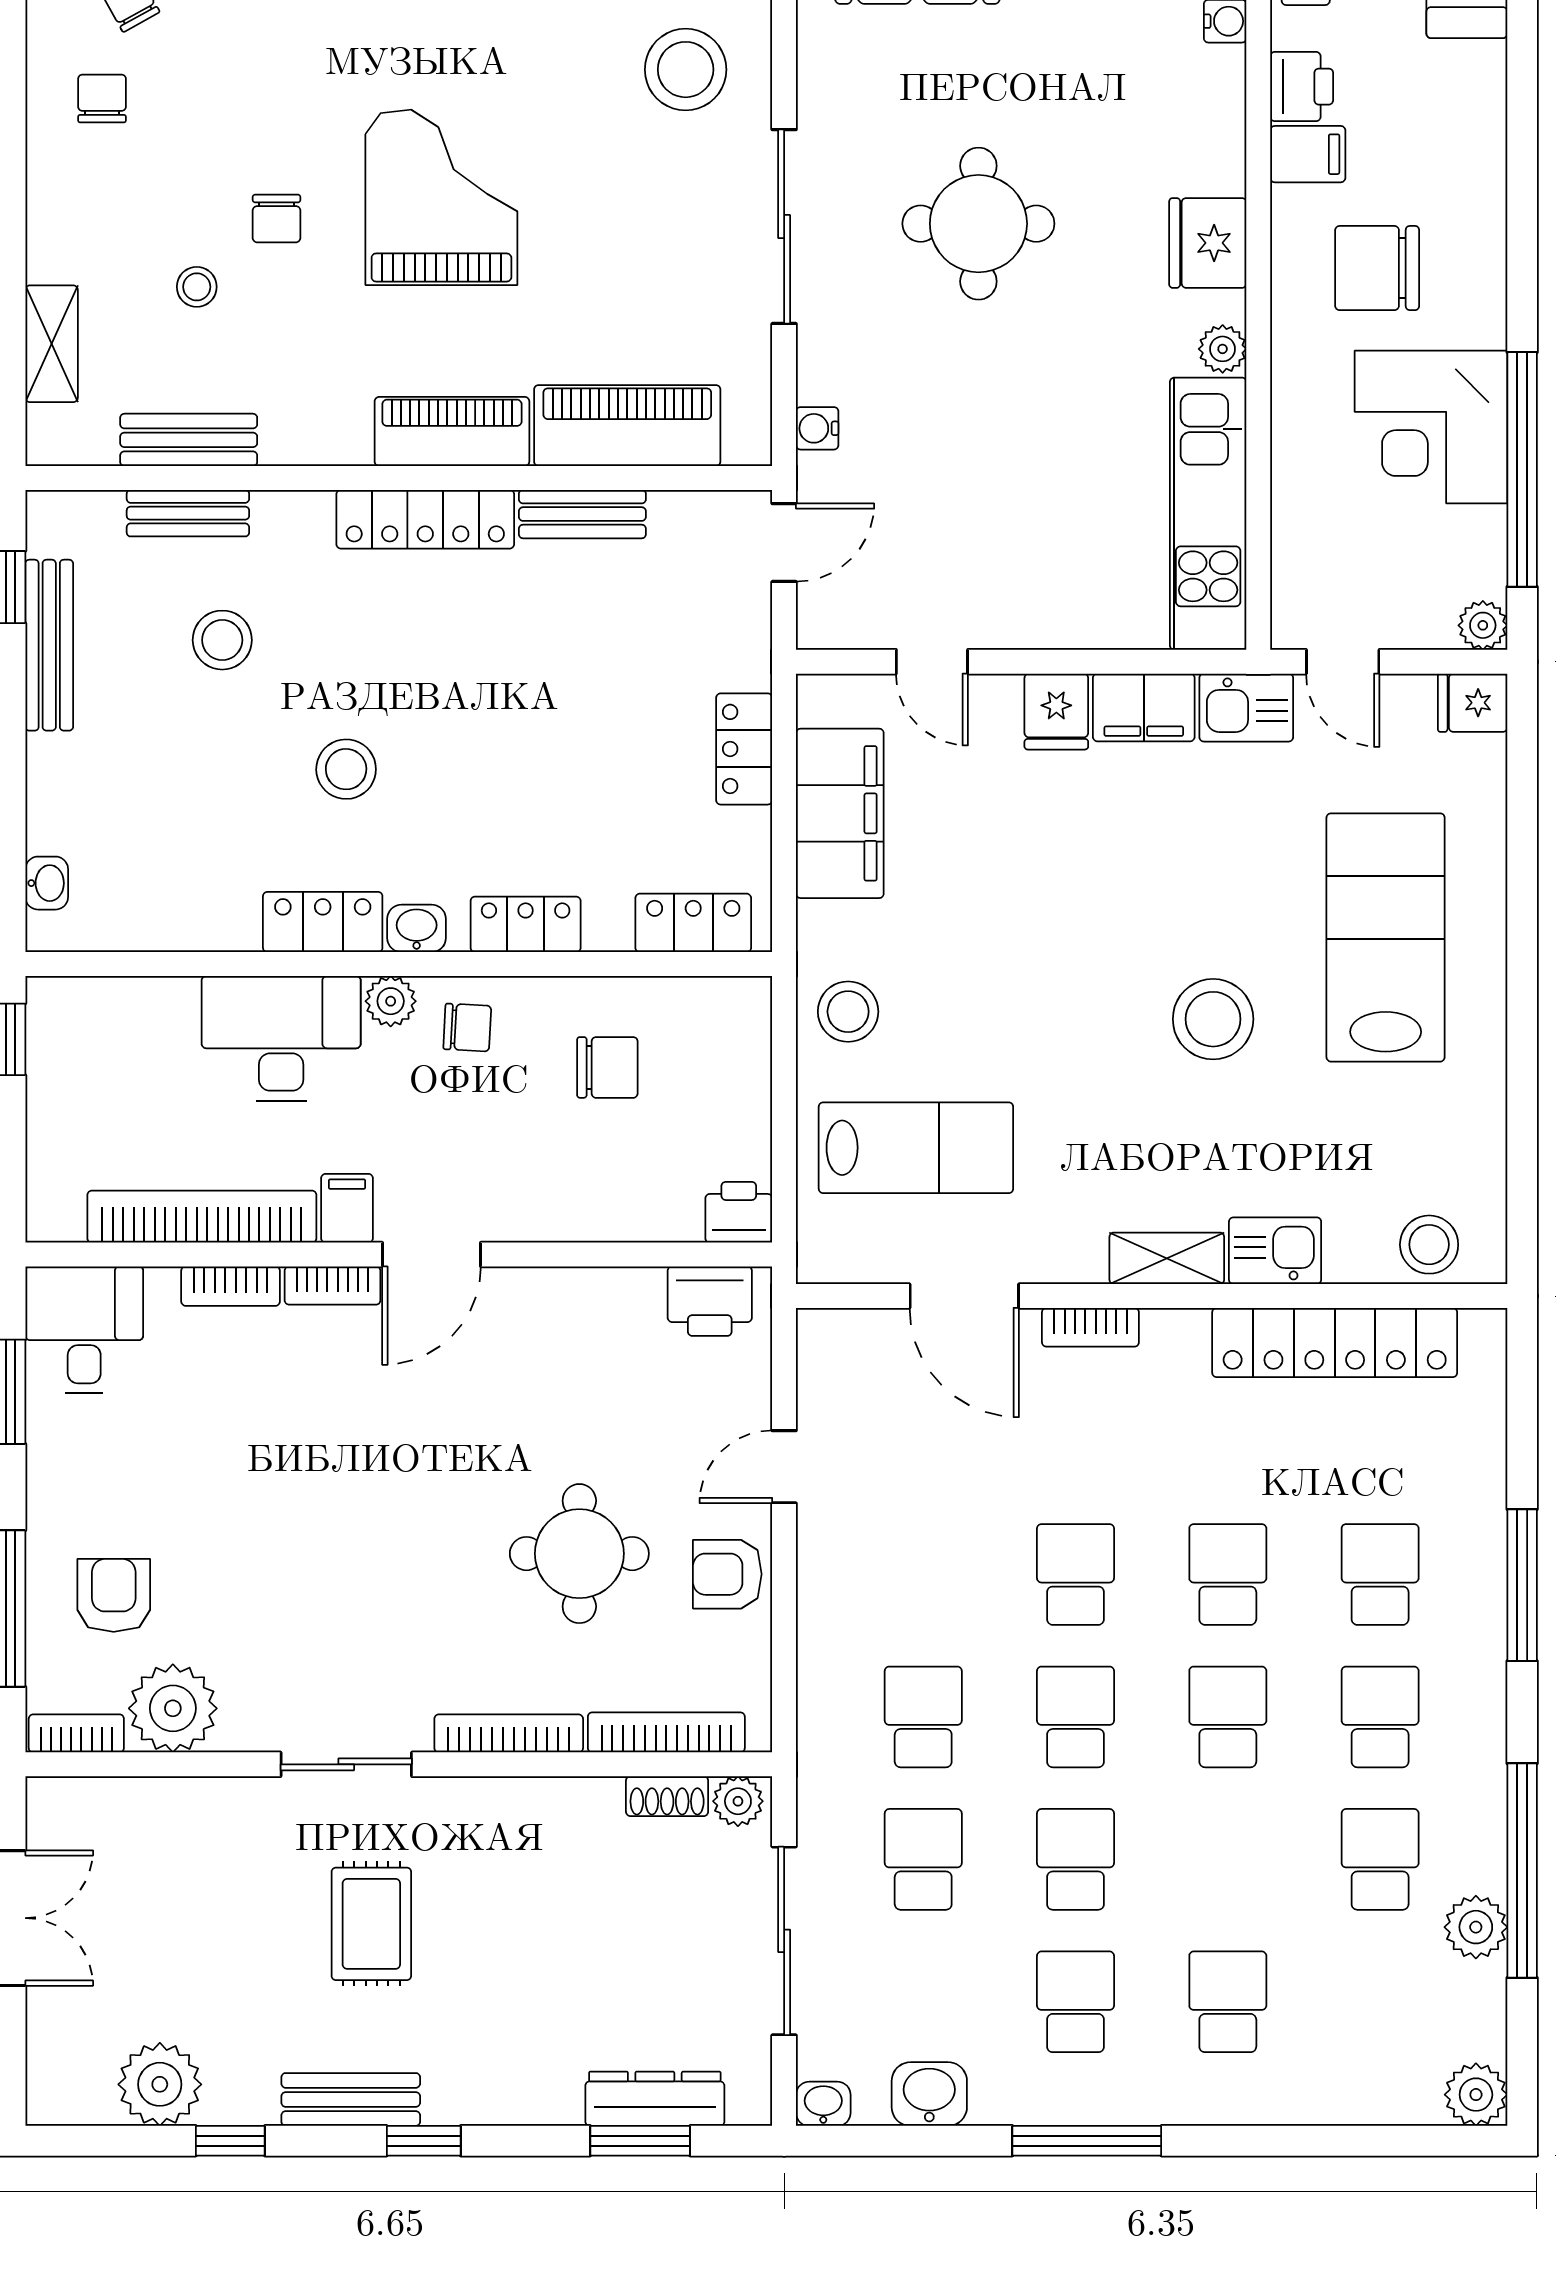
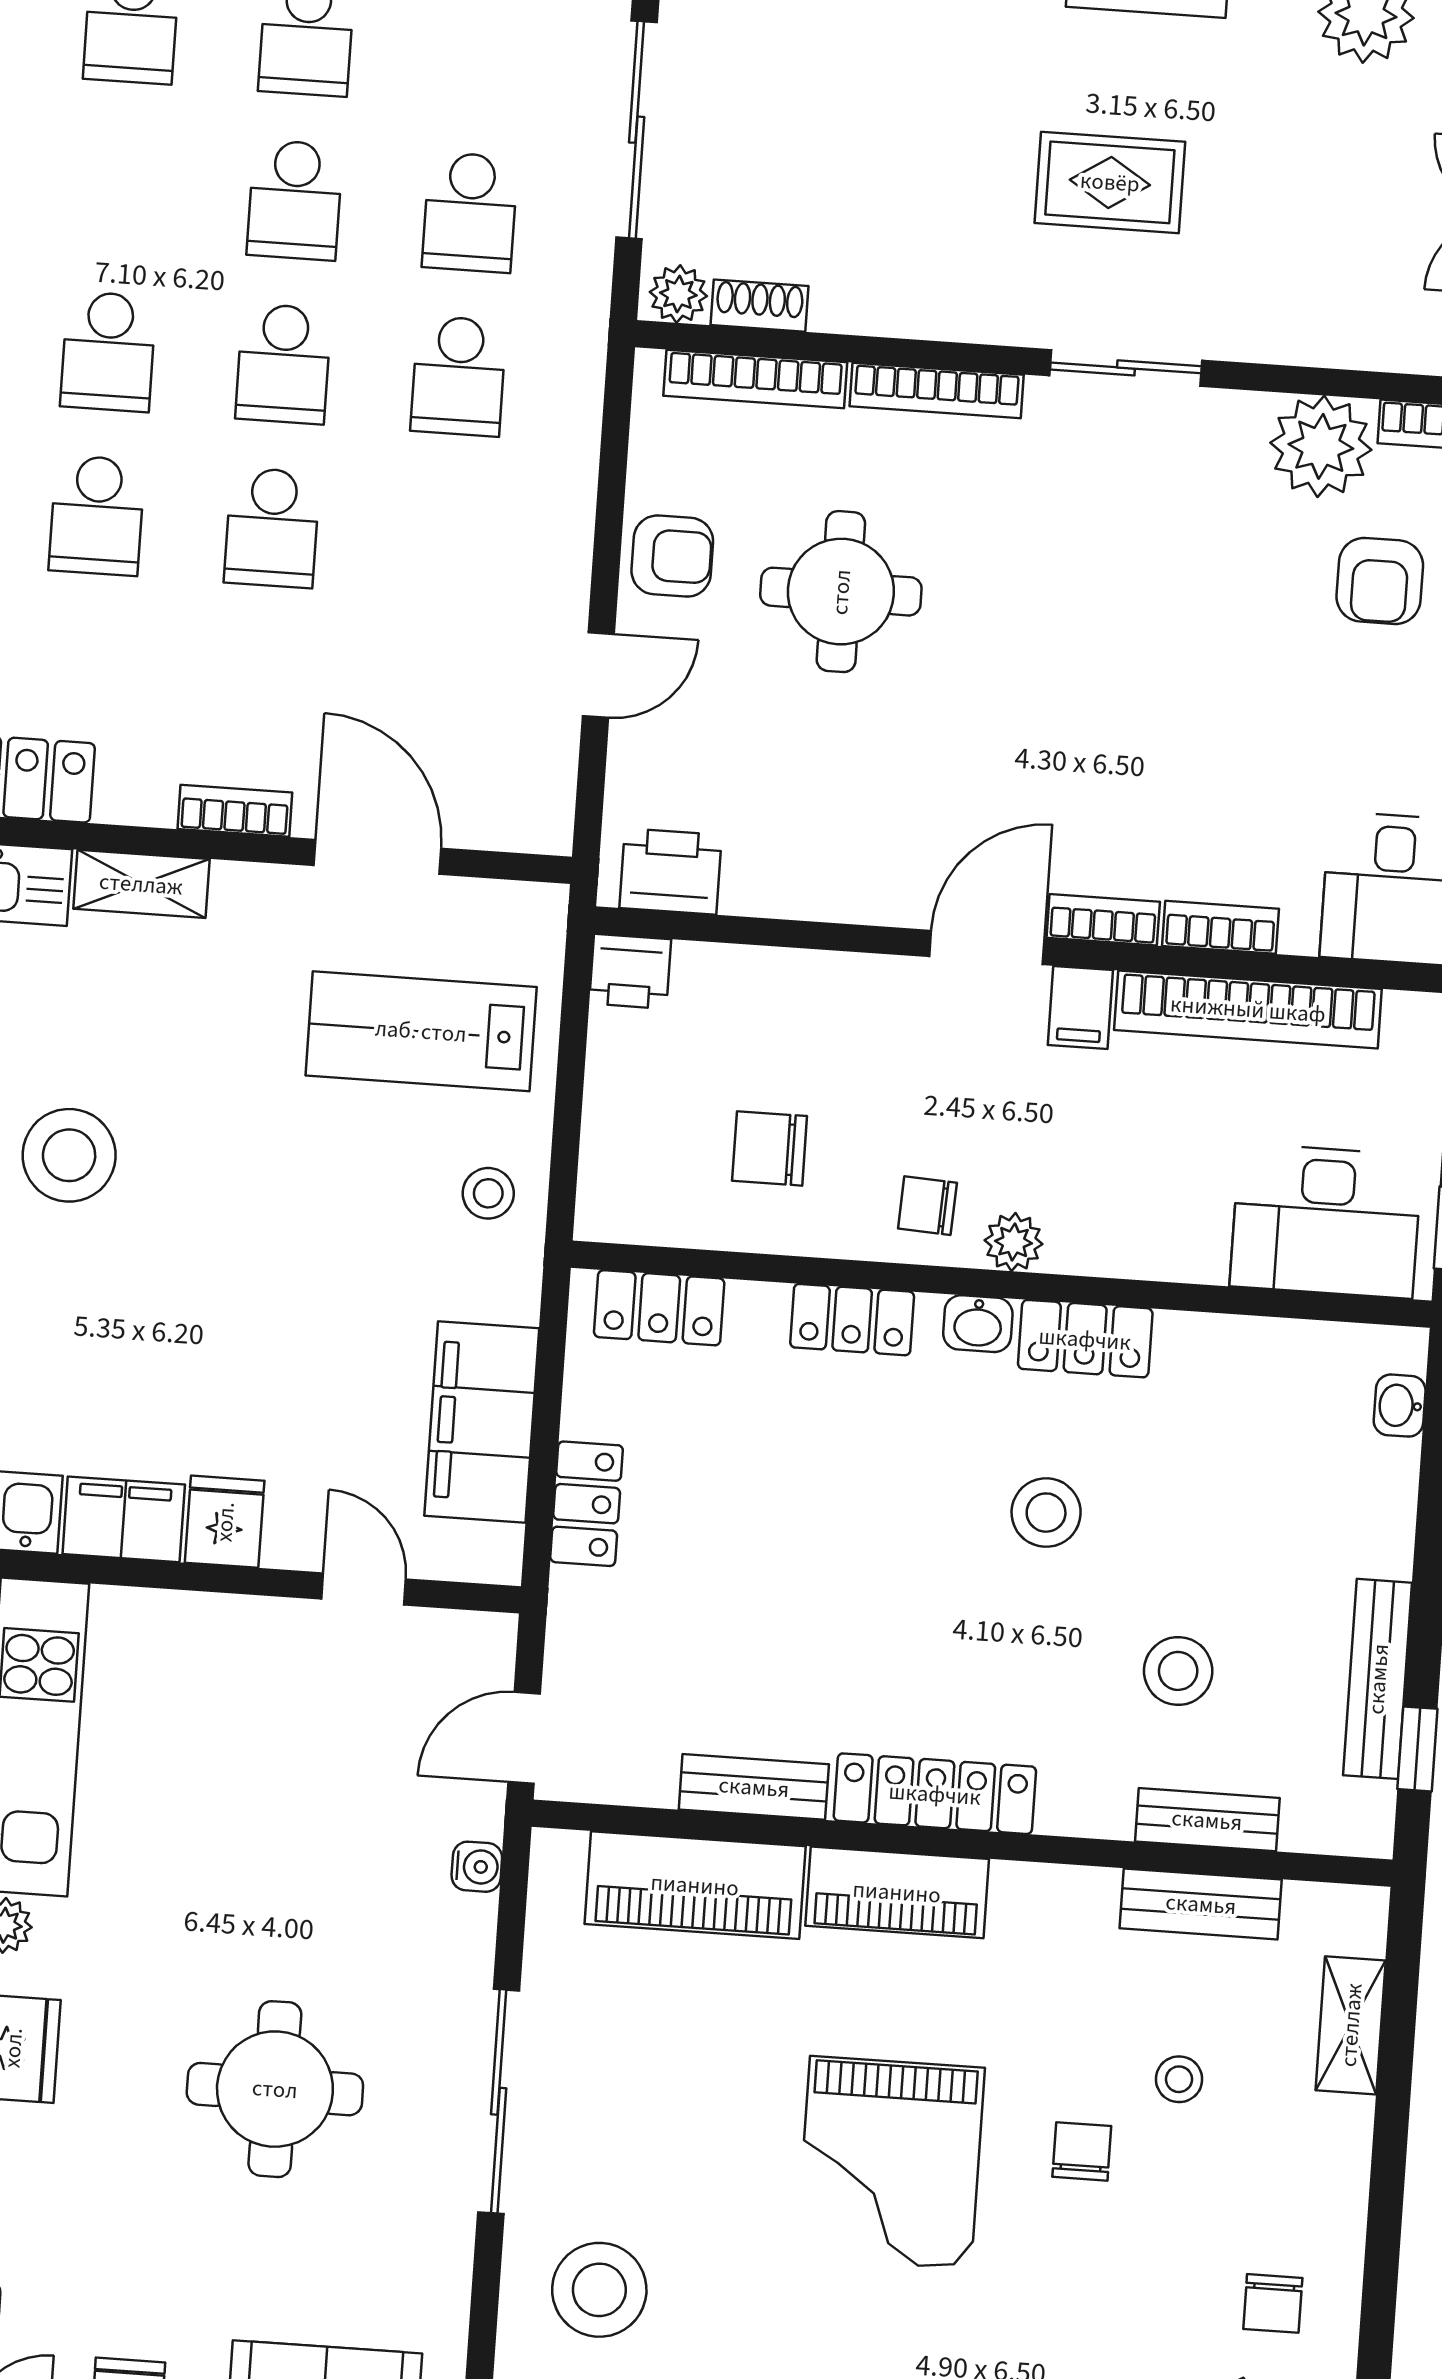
stool: (848, 1012) -> (488, 1193), width x0.73, depth x0.73
desk: (281, 1038) -> (1326, 1221), moved
rug: (371, 1924) -> (1110, 182), turned 90

